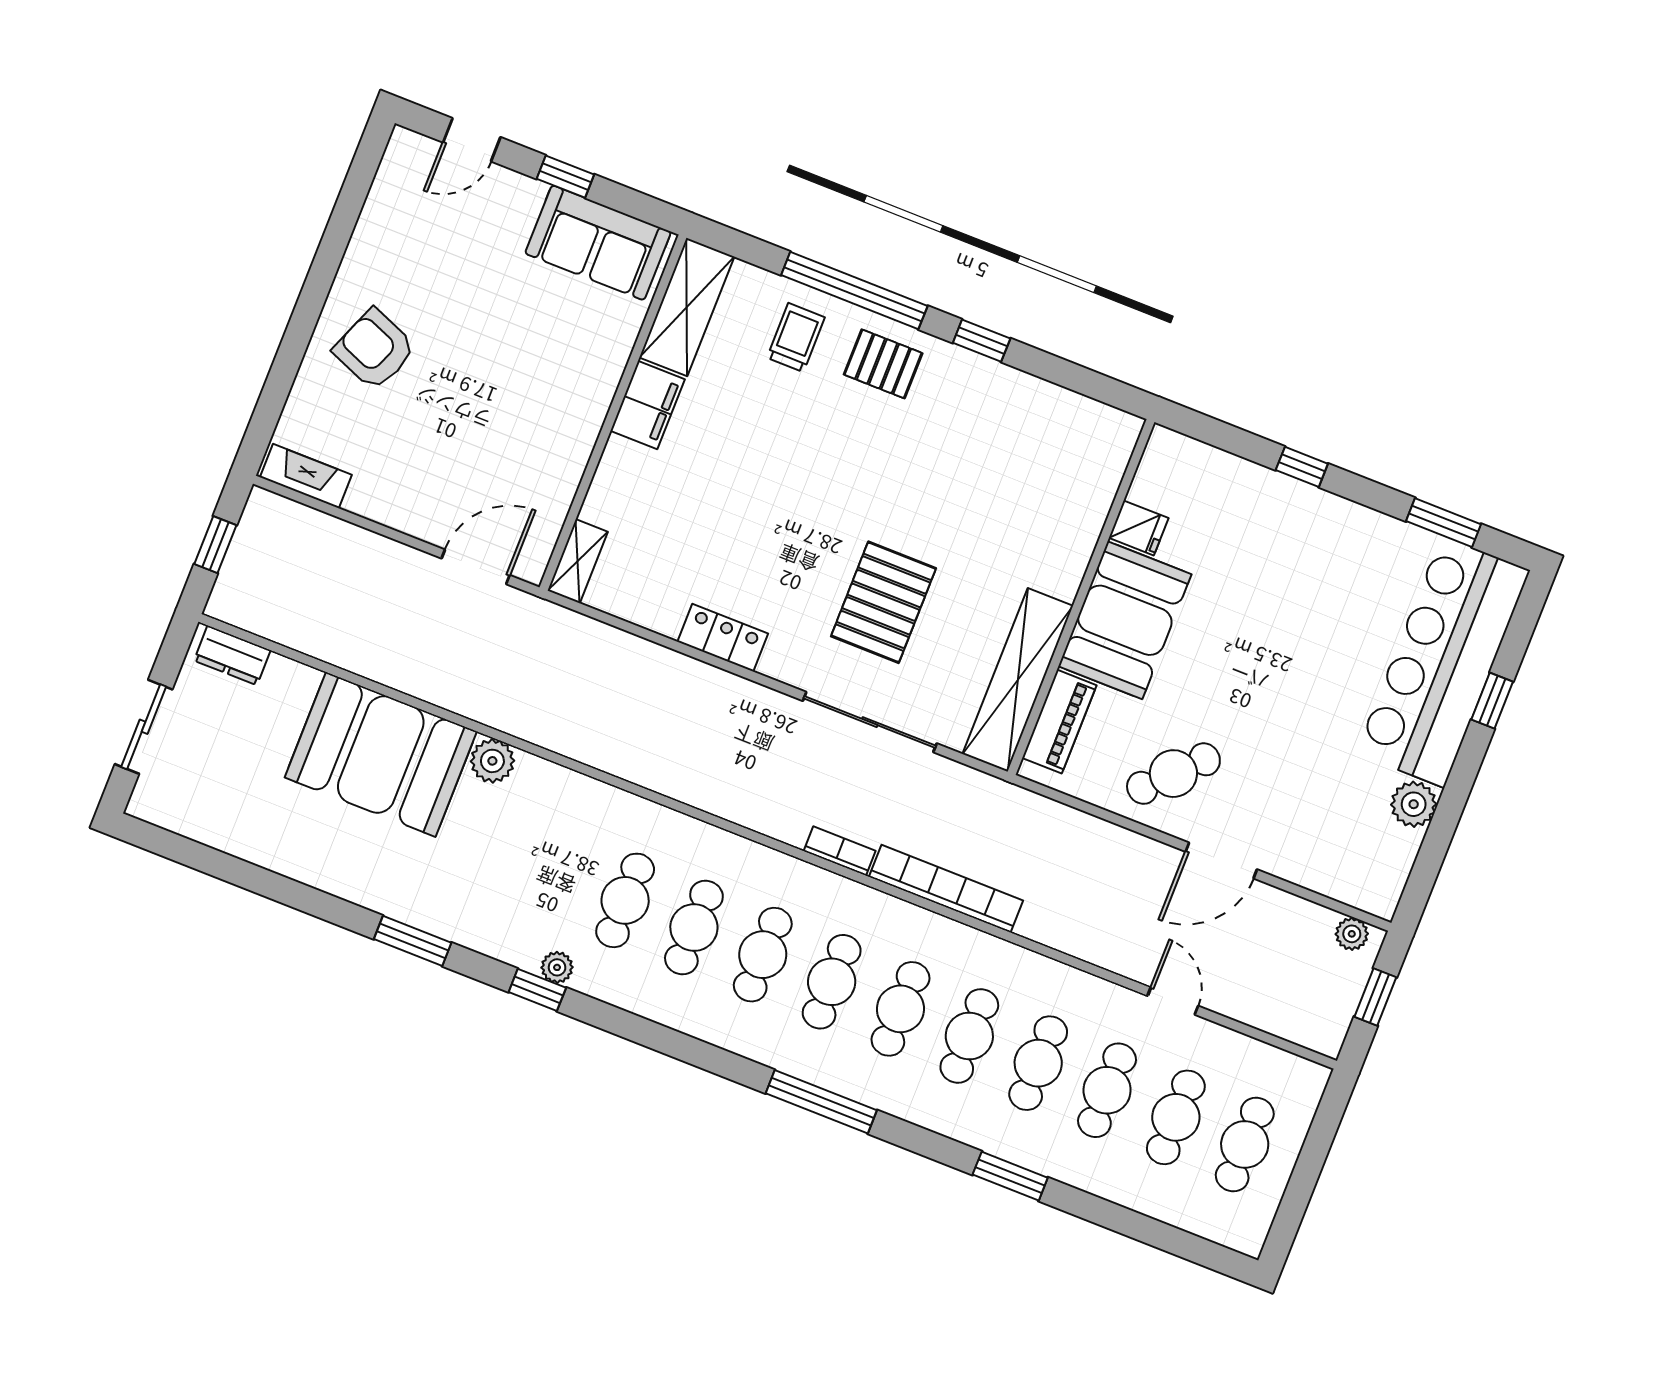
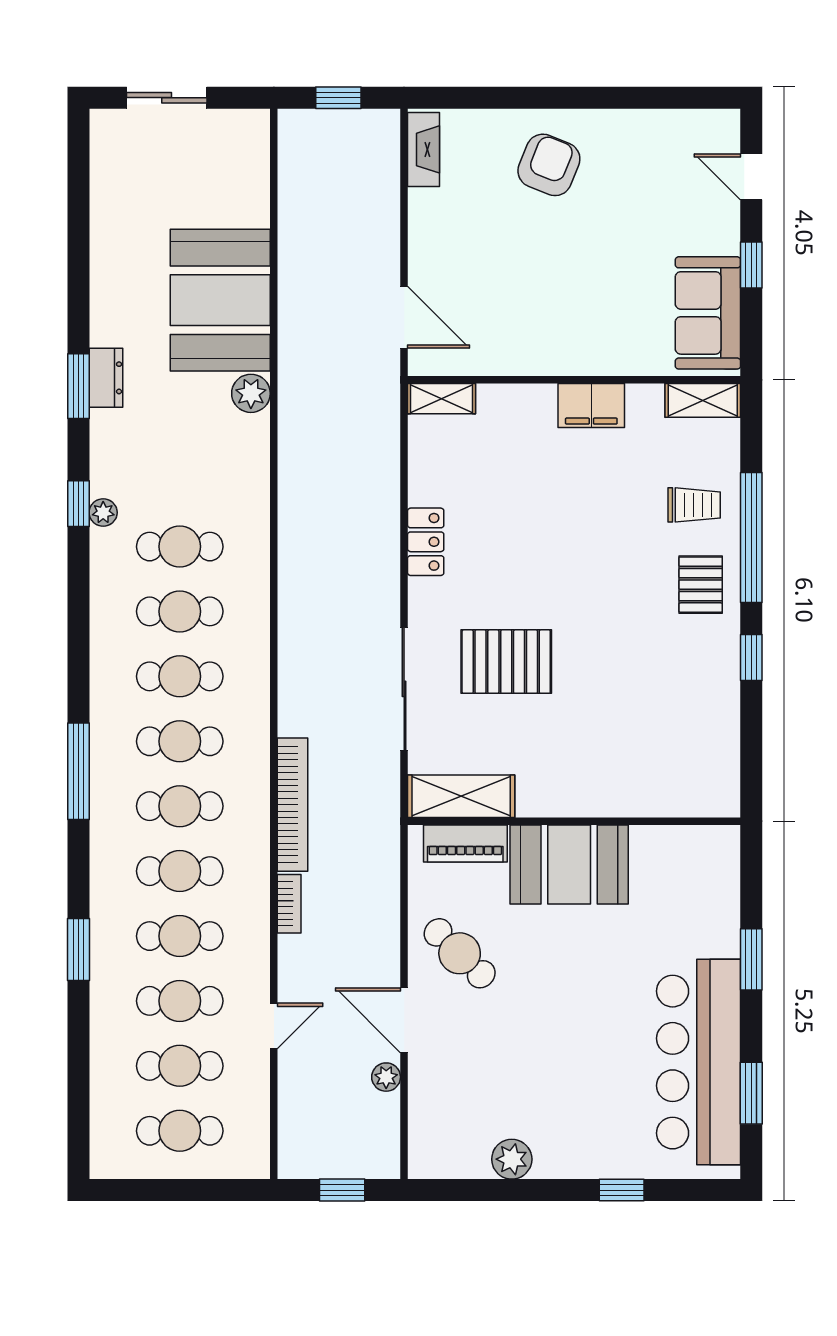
shelving: (687, 307) -> (703, 400), width x0.67, depth x0.75
window: (1302, 467) -> (751, 959), width x1.50
fridge: (1139, 528) -> (649, 846), removed
dresser: (232, 655) -> (106, 378), moved, turned 180
bar counter: (1443, 662) -> (699, 1062), moved, turned -90
shelving: (1018, 680) -> (461, 796), width x0.68
bookcase: (840, 851) -> (289, 904), moved
plant: (1352, 934) -> (386, 1077), moved

